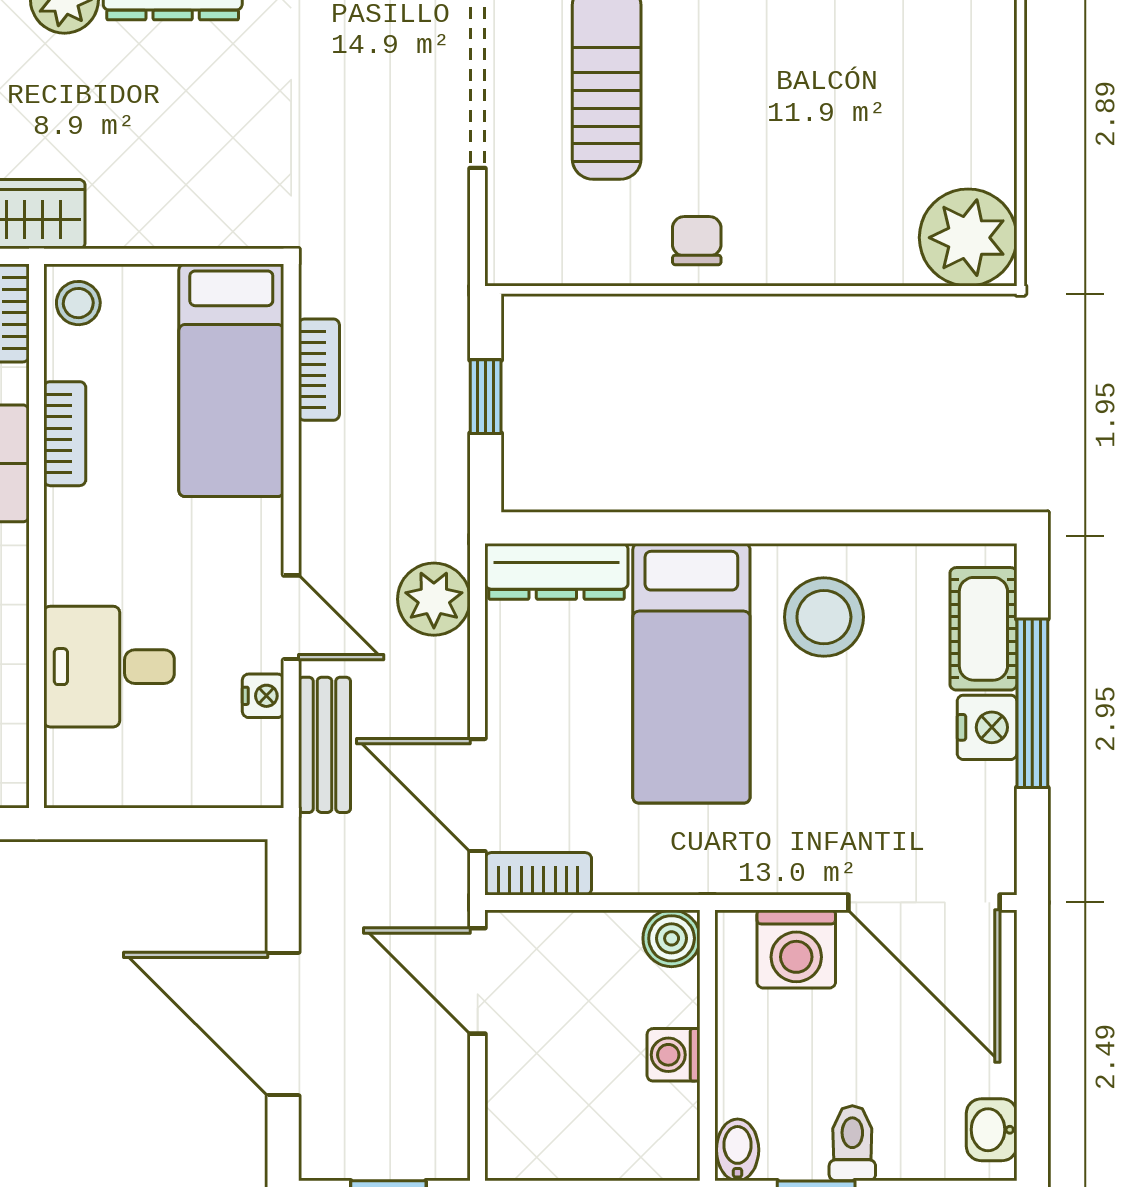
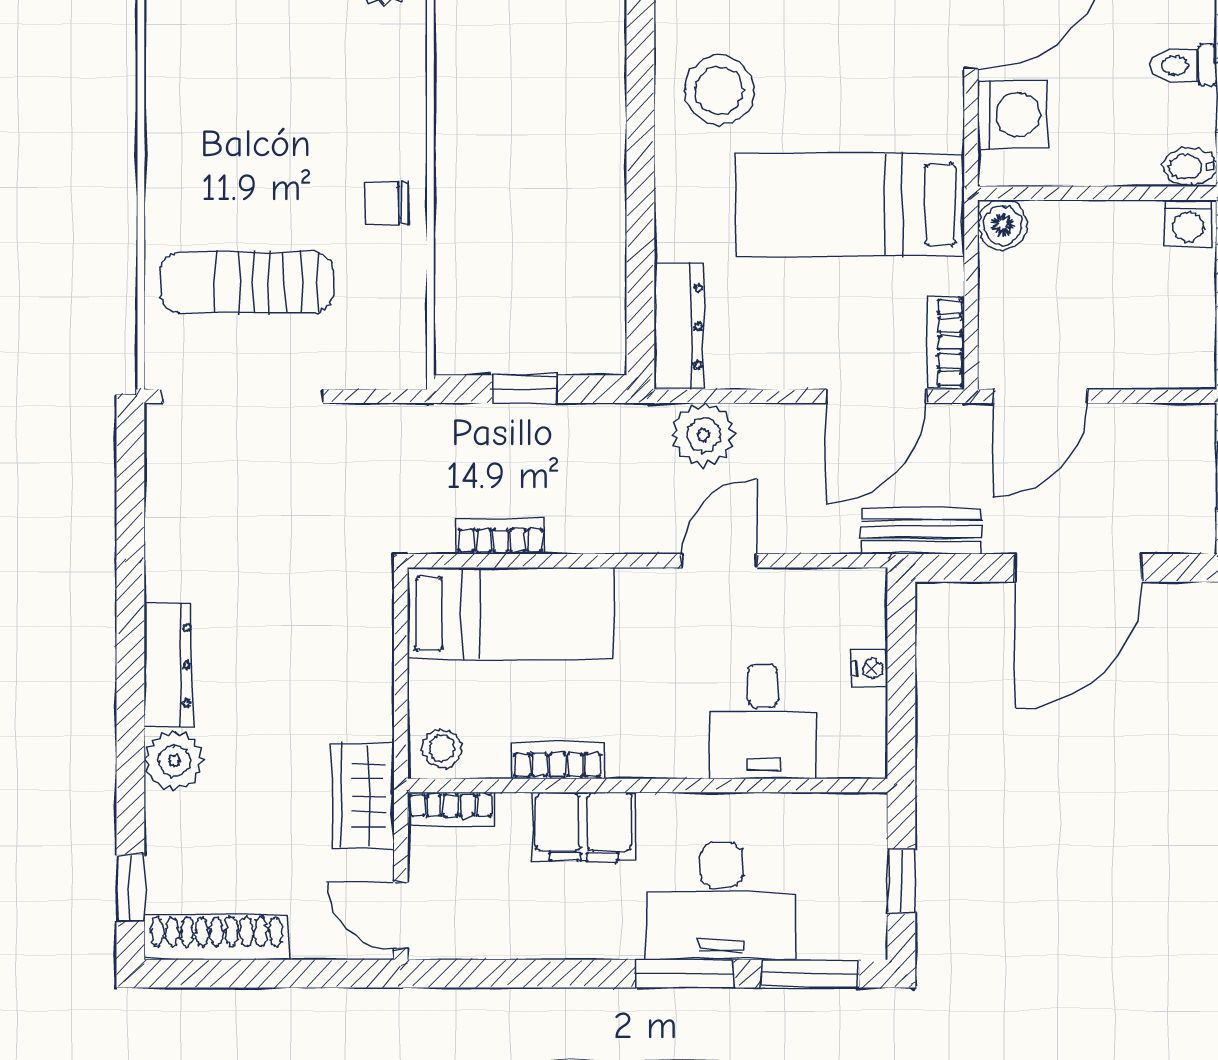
bed: (691, 673) -> (850, 204), moved, turned 180
nightstand: (263, 696) -> (870, 668), moved, turned 90
bench: (324, 745) -> (922, 531), moved
washing machine: (674, 1055) -> (1188, 223), moved

